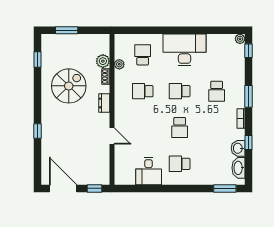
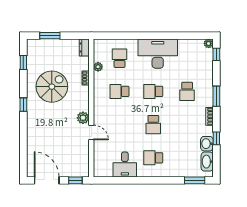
plant: (103, 61) -> (83, 118), moved
dresser: (104, 103) -> (84, 48), moved
window: (38, 131) -> (23, 105), moved

